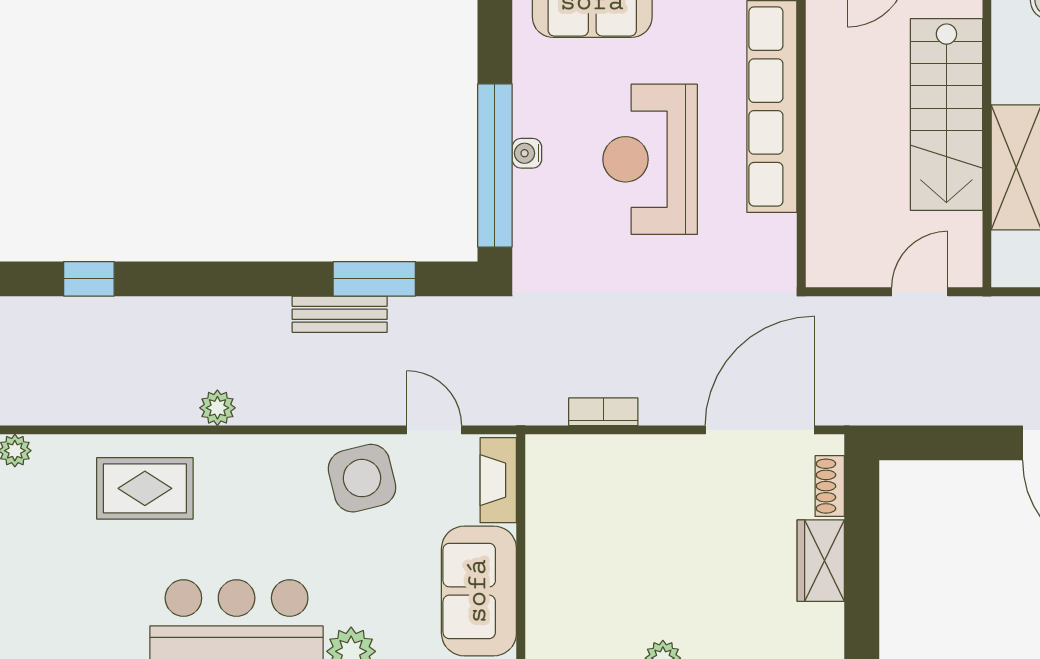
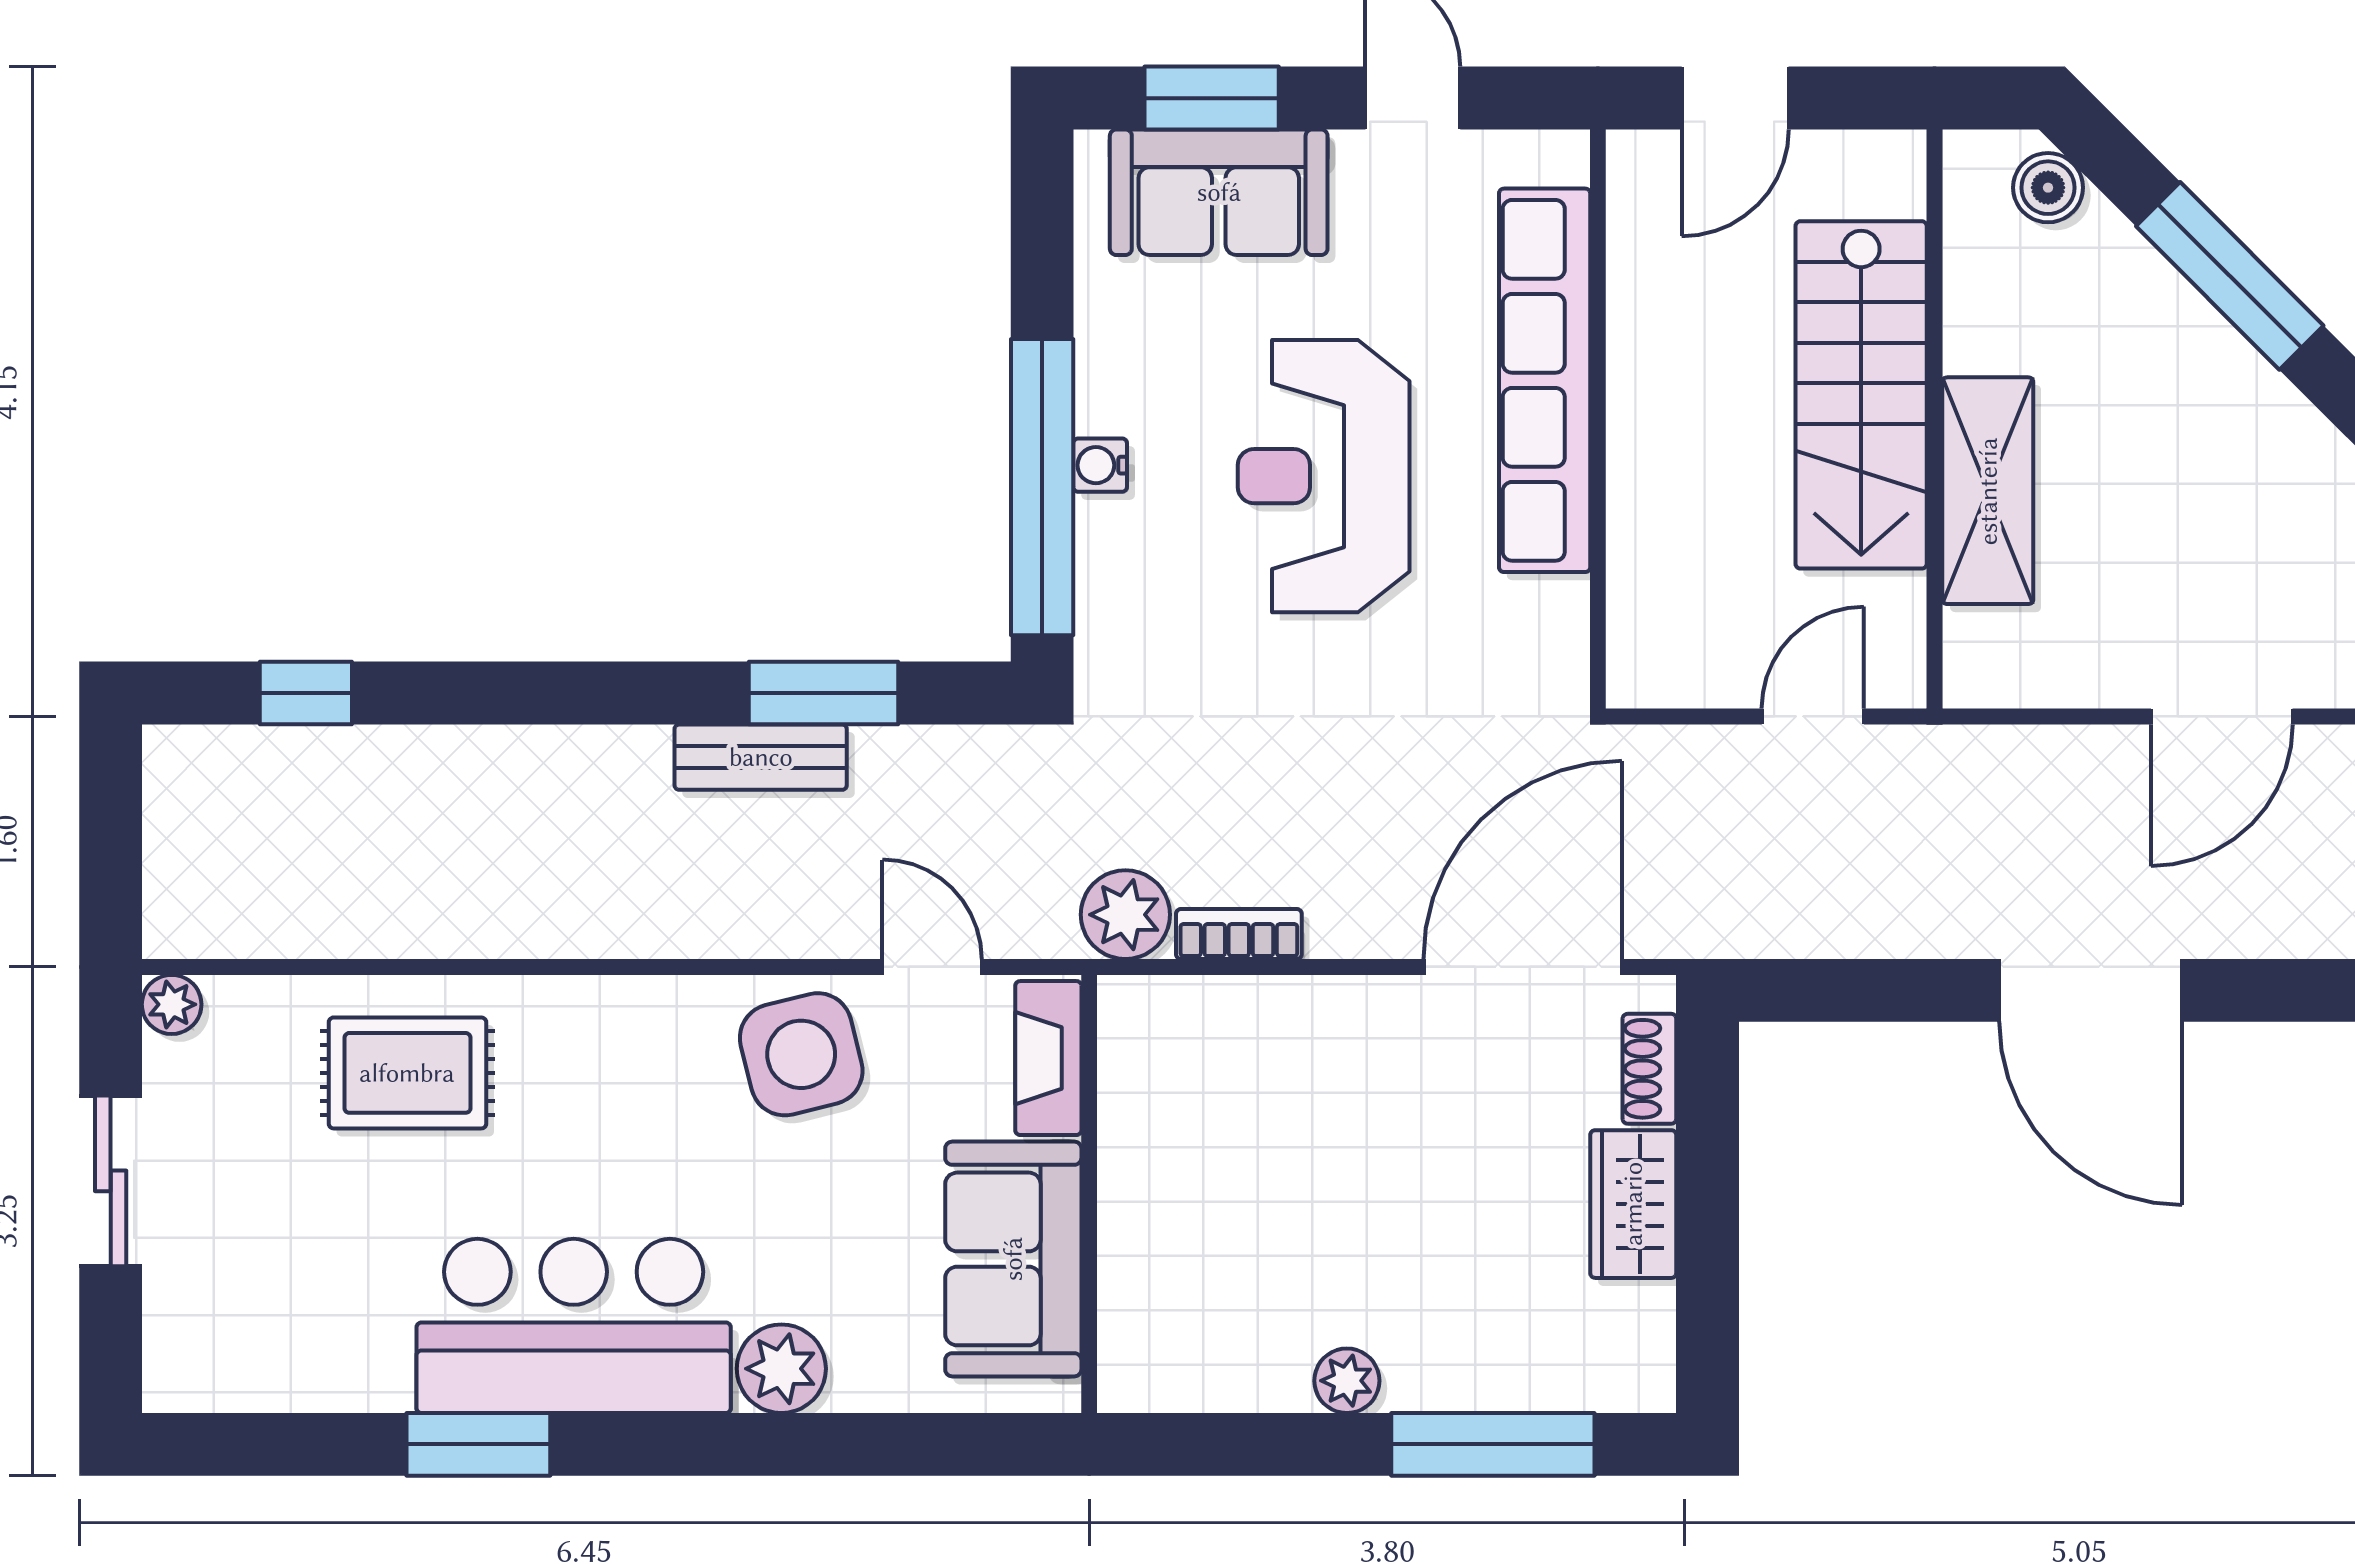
plant: (217, 408) -> (1125, 915), moved, width x1.38, depth x1.38

